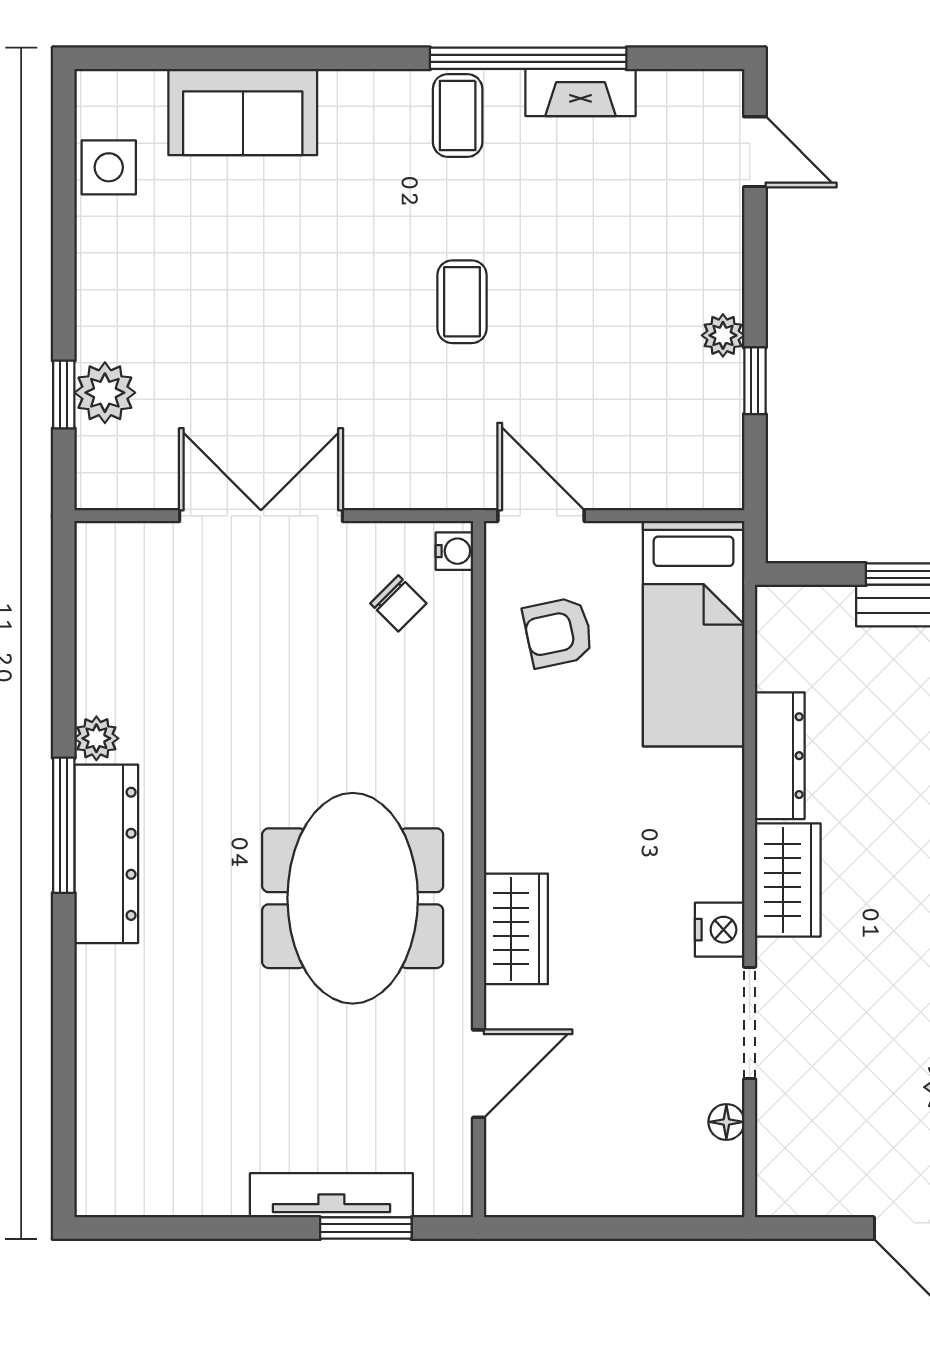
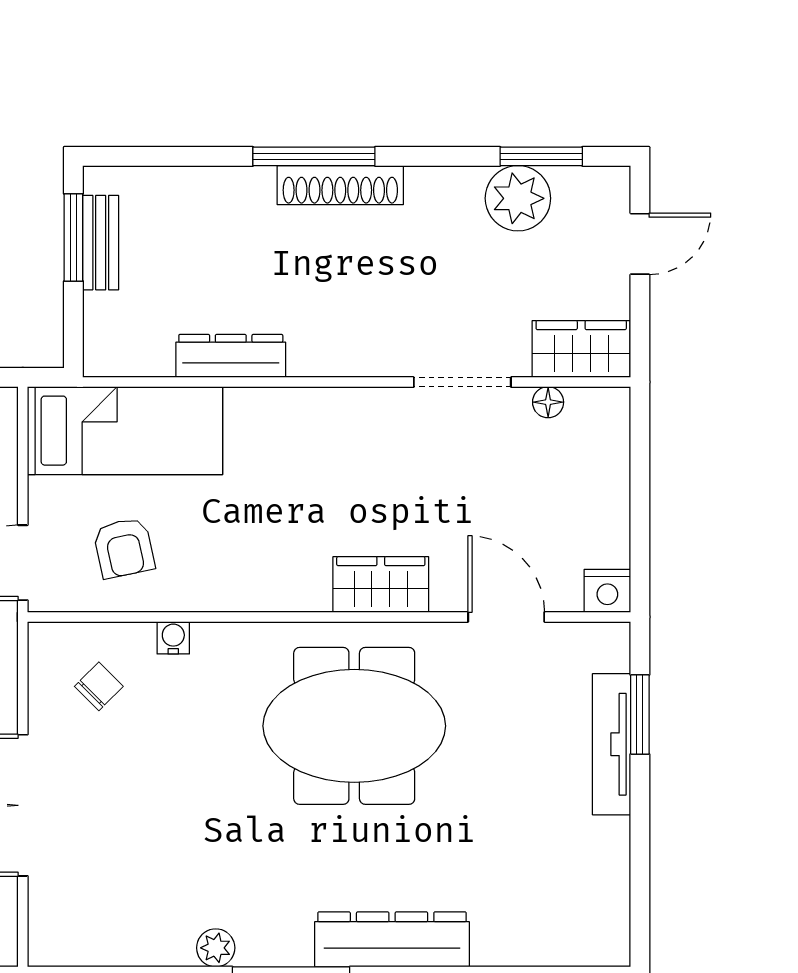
water cooler: (454, 551) -> (173, 638), moved
dresser: (106, 854) -> (392, 939), moved
wardrobe: (788, 880) -> (581, 349), moved
nightstand: (720, 930) -> (607, 591), moved, turned 180

